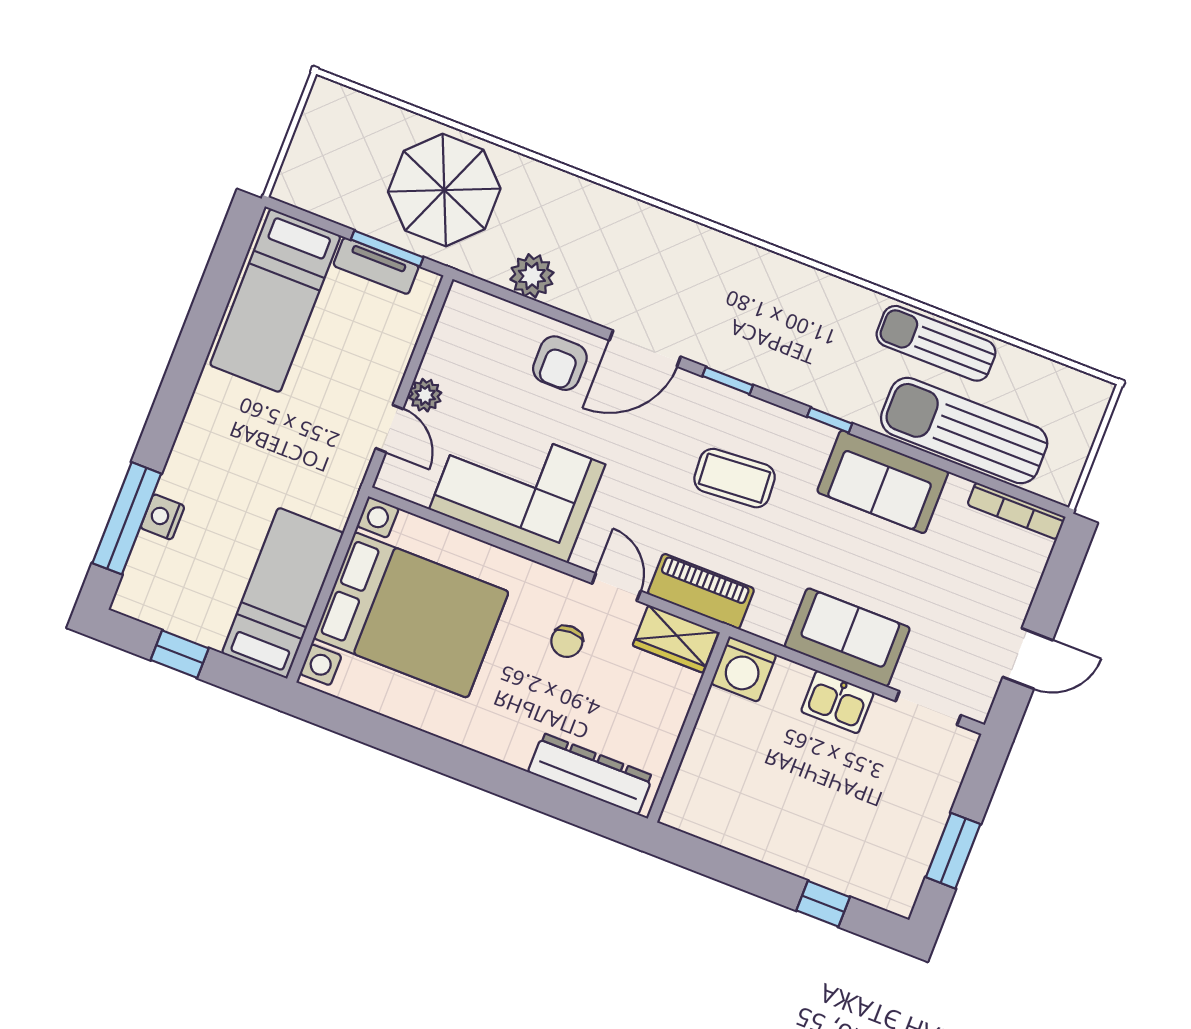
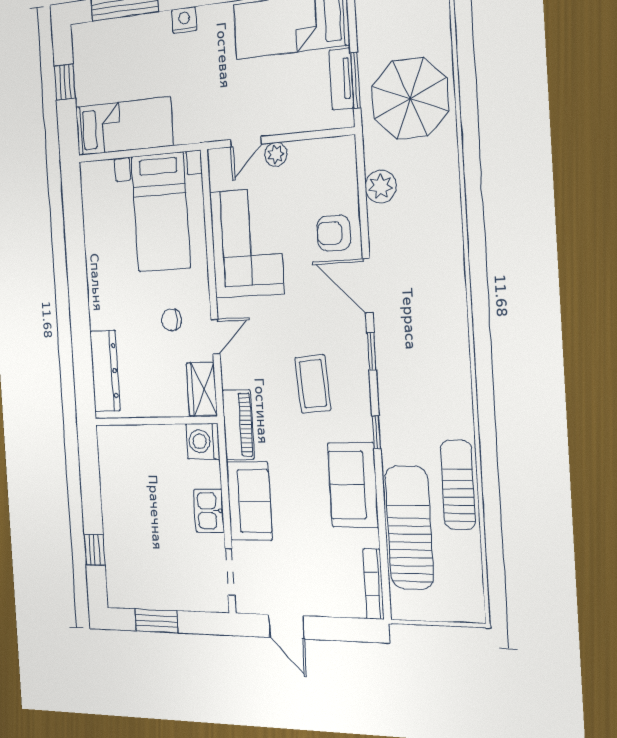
nightstand: (162, 517) -> (184, 20), moved
piano: (701, 591) -> (238, 425), moved
bed with nightstands: (411, 615) -> (161, 212), width x0.73

